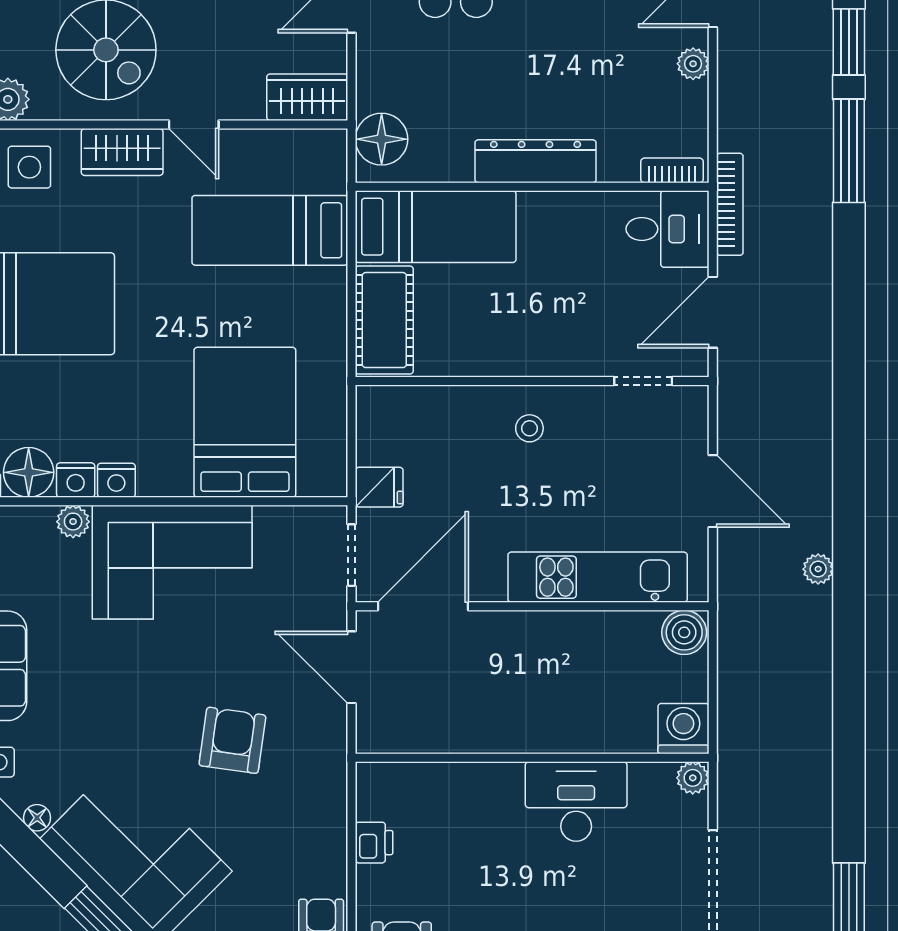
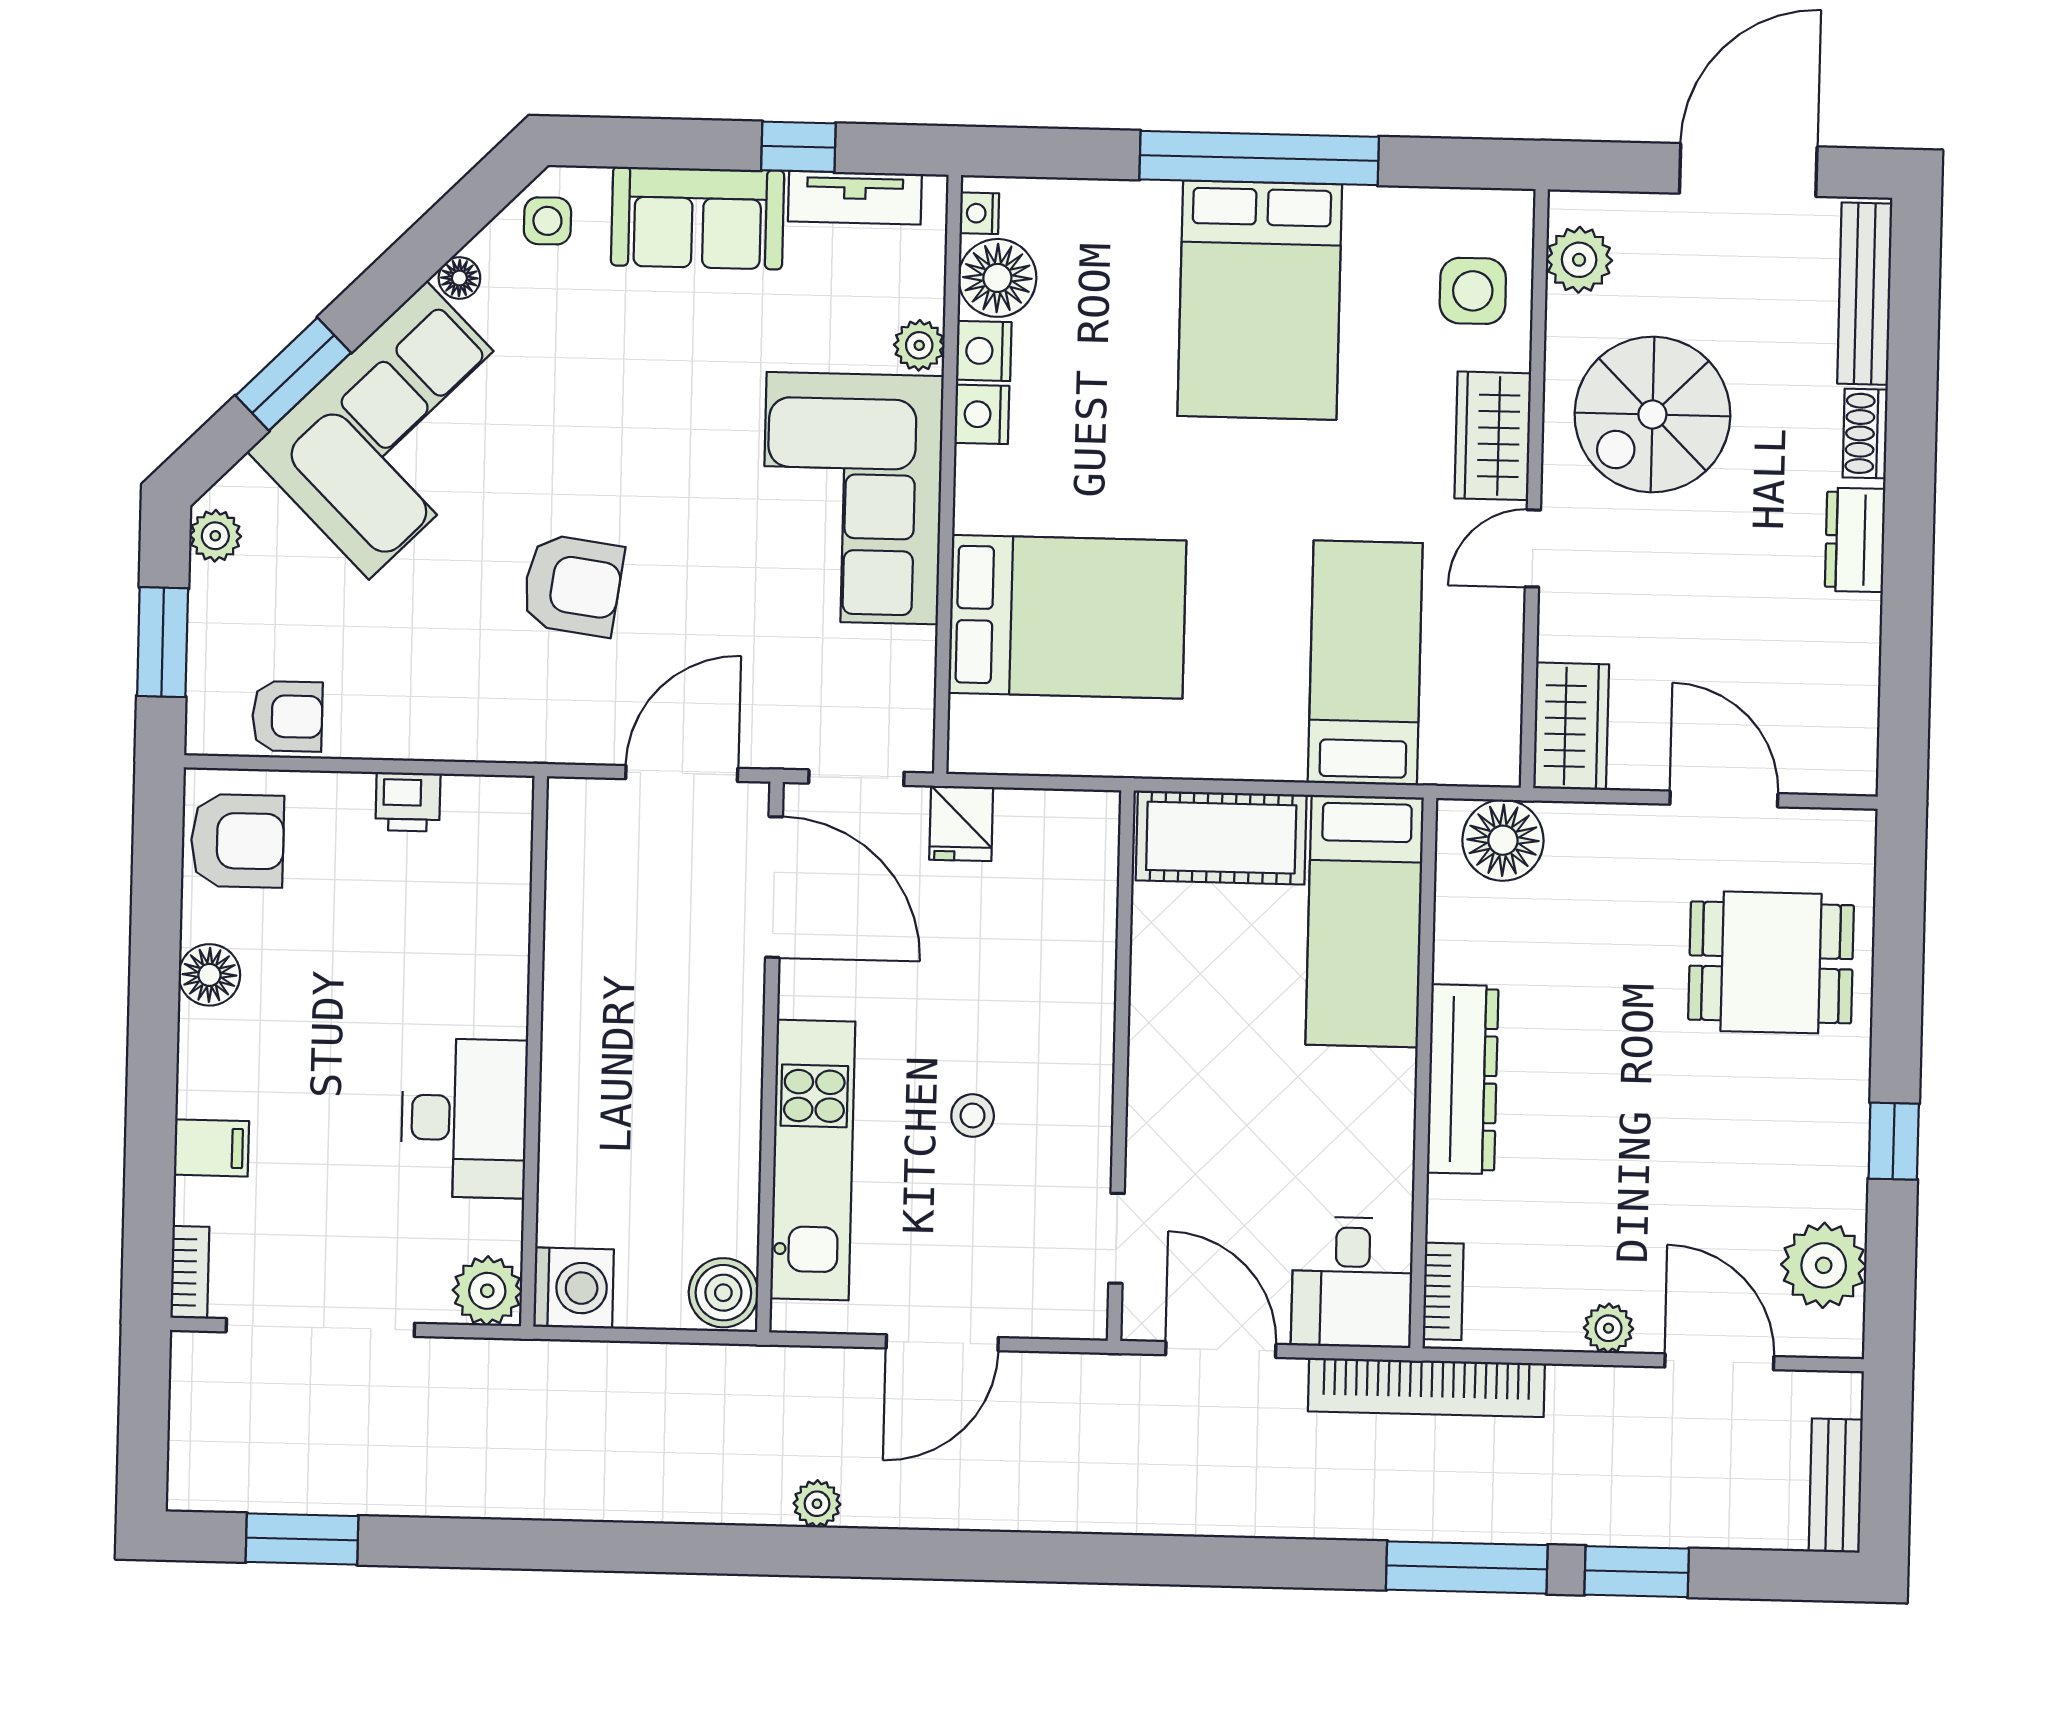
bookcase: (730, 204) -> (1426, 1387), width x1.48, depth x1.31
stool: (529, 428) -> (973, 1115), moved
plant: (693, 778) -> (487, 1291), width x1.38, depth x1.38

